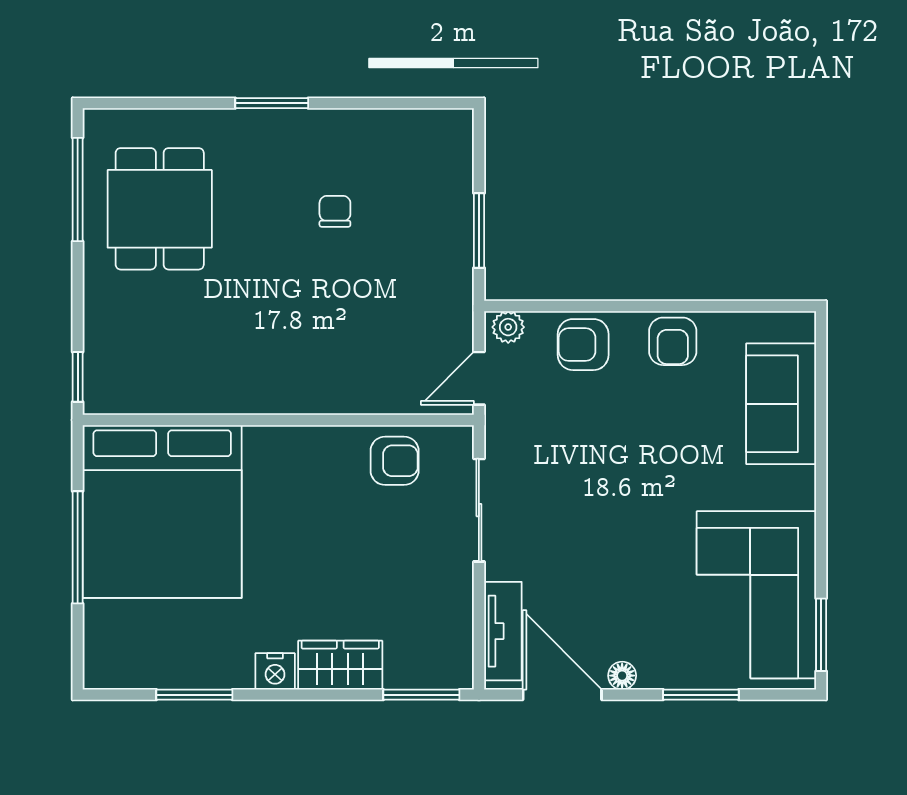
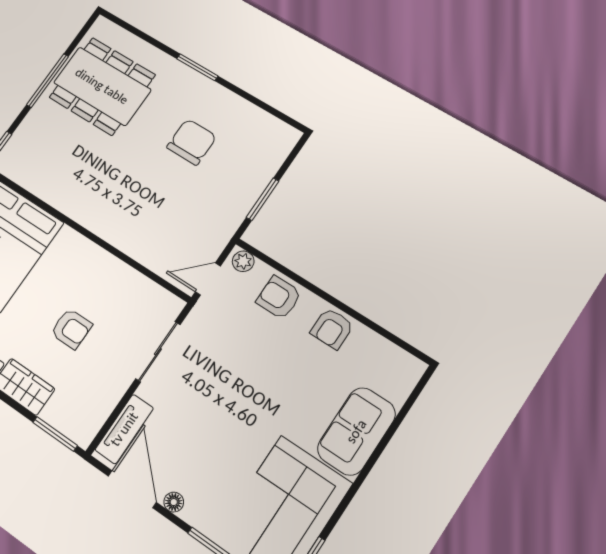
window: (78, 189) -> (48, 81), moved
dining table: (160, 209) -> (102, 86), width x1.38
chair: (335, 211) -> (192, 142), width x1.87, depth x1.87
sofa: (781, 404) -> (356, 431), moved
armchair: (395, 461) -> (71, 329), moved

